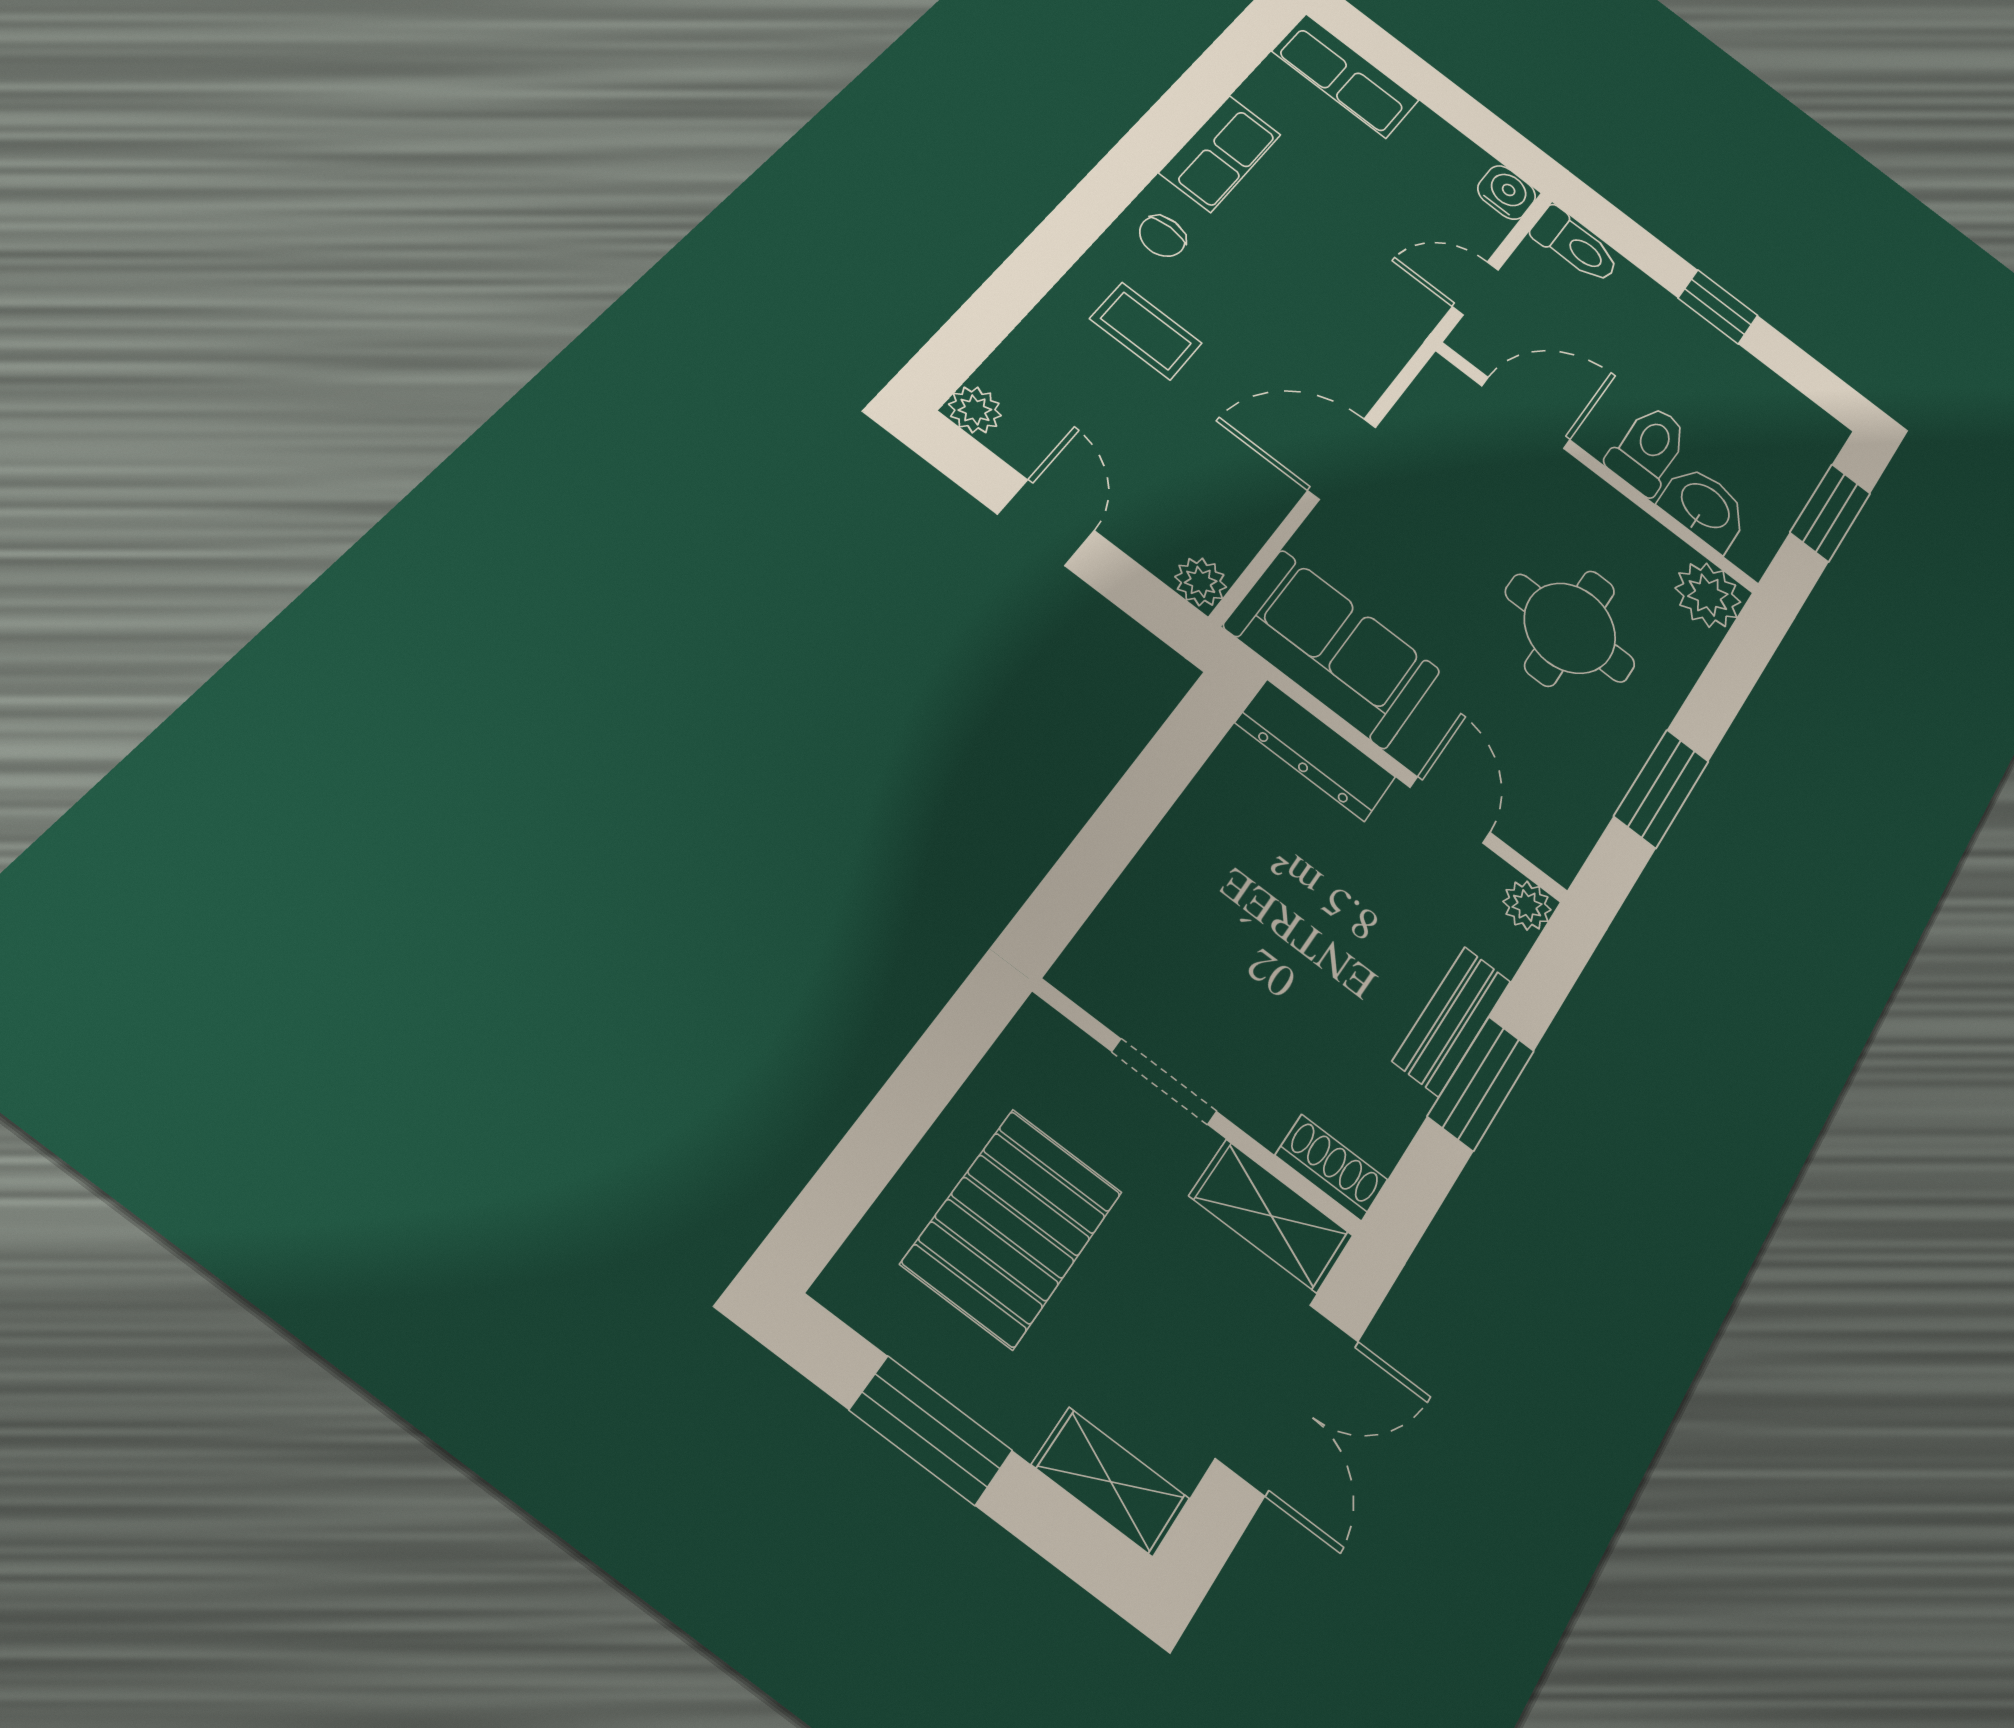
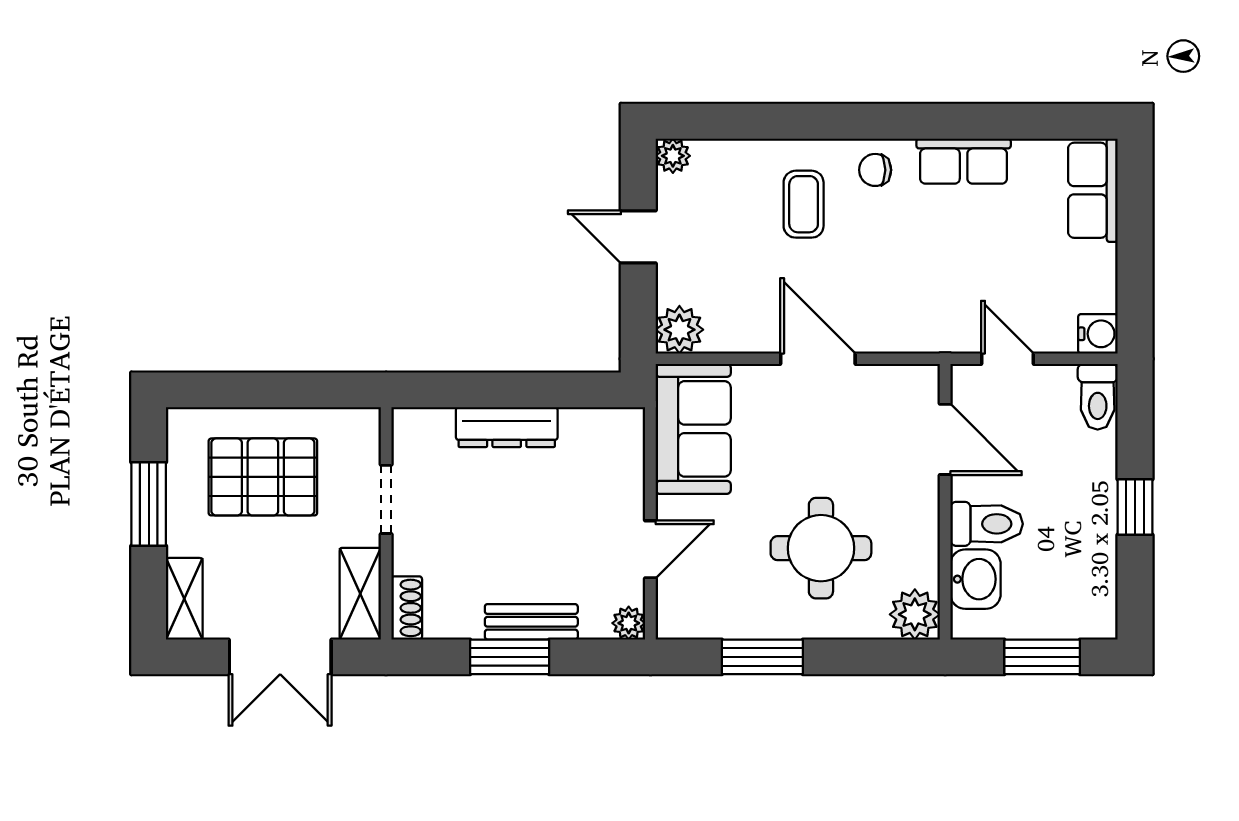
door: (1046, 522) -> (638, 237), swing flipped
plant: (1201, 582) -> (679, 330), width x1.38, depth x1.38
dresser: (1315, 750) -> (507, 427), moved, turned -90

